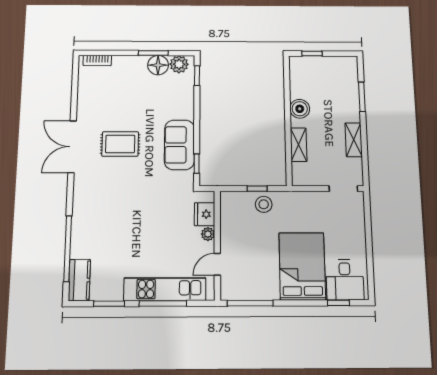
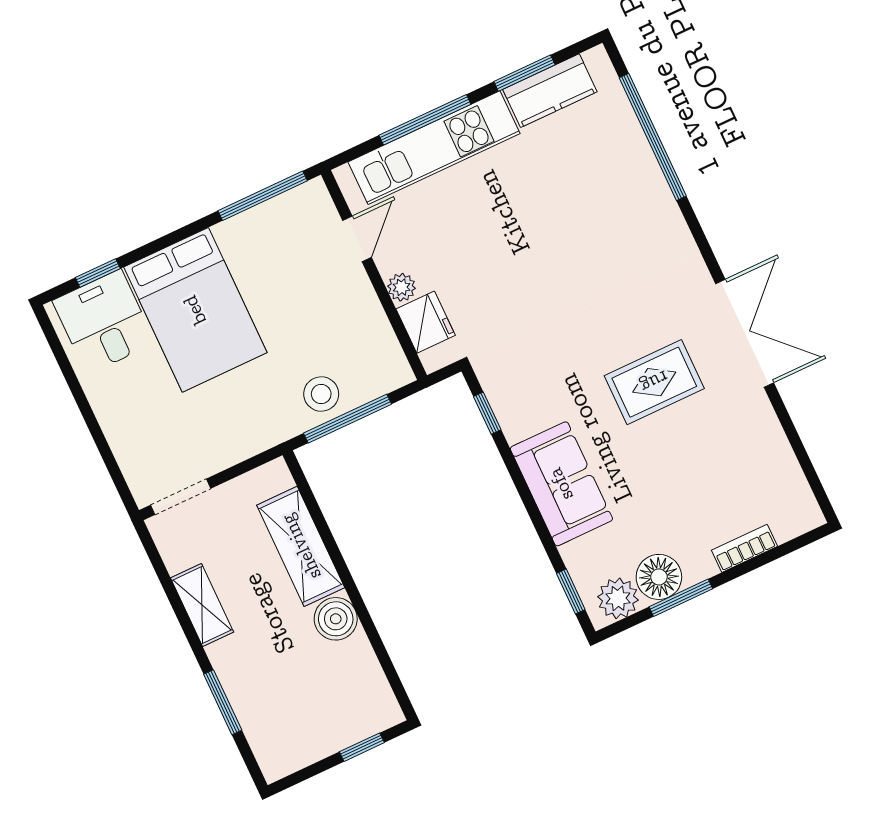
bookcase: (97, 60) -> (745, 548), moved
sofa: (179, 145) -> (561, 484), moved
shelving: (299, 145) -> (301, 546), width x1.50, depth x1.33
window: (257, 189) -> (348, 419), width x2.17
kitchen counter: (79, 280) -> (550, 91), moved, turned -90

